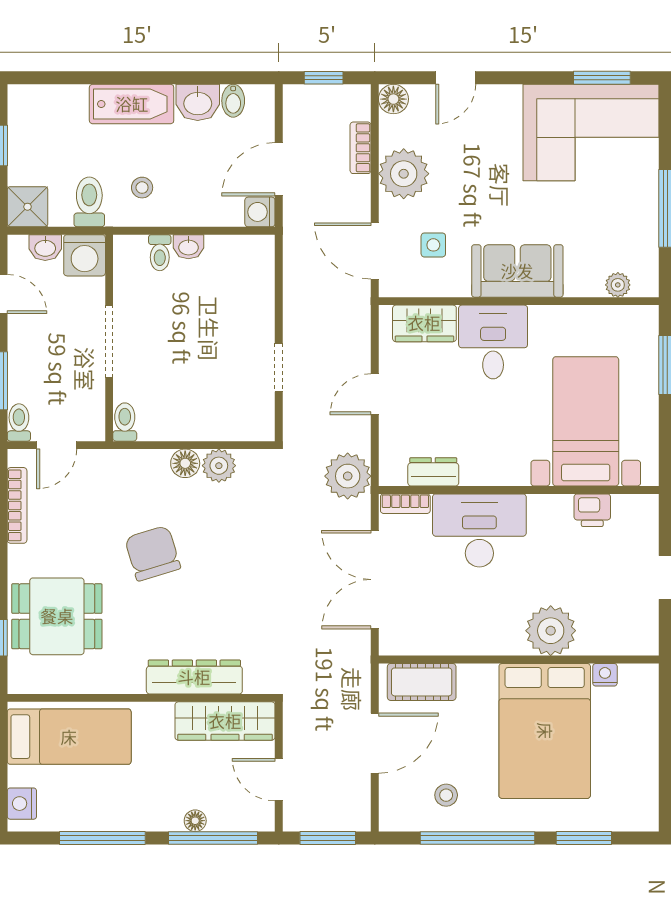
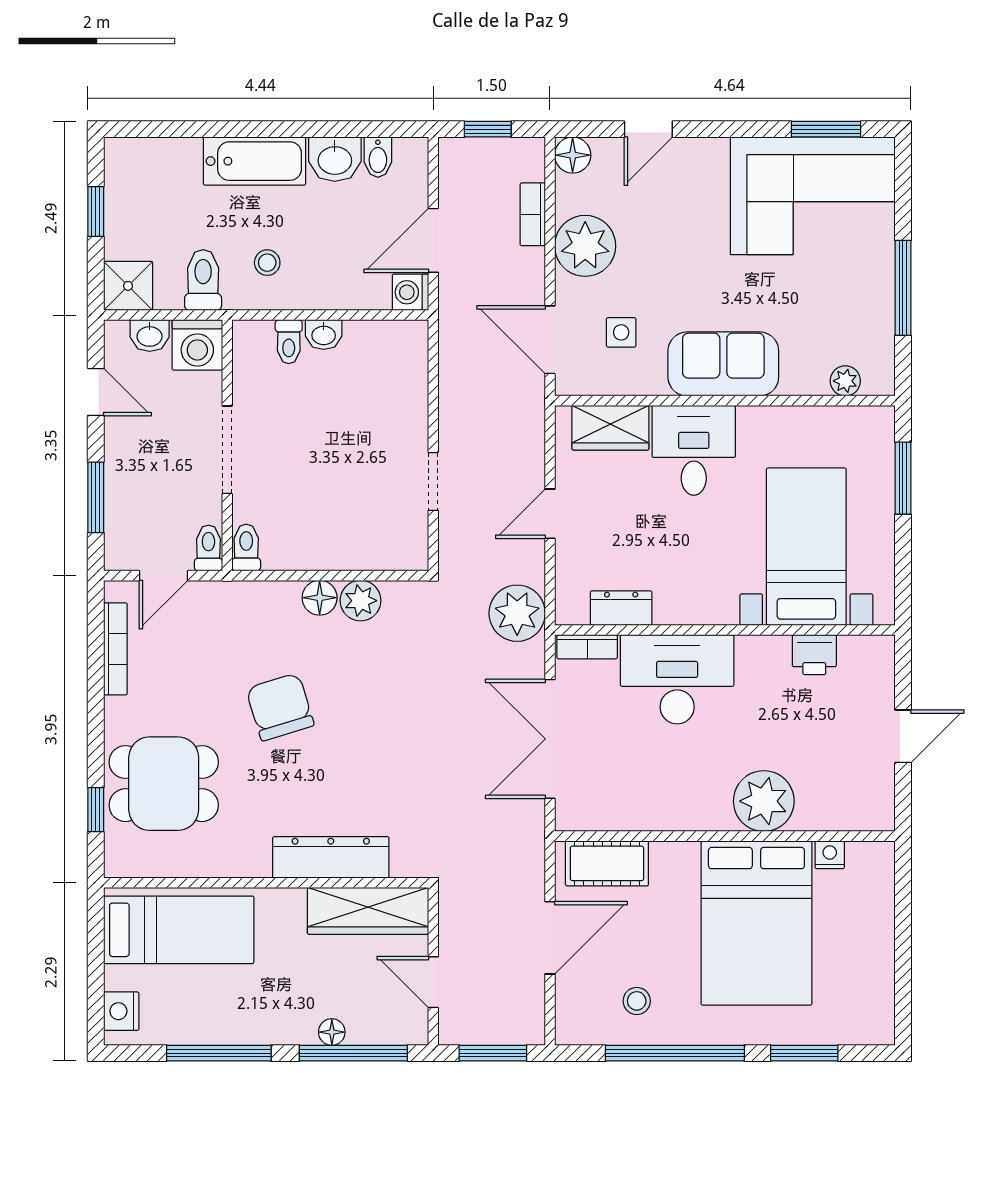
toilet: (19, 422) -> (208, 548), moved

